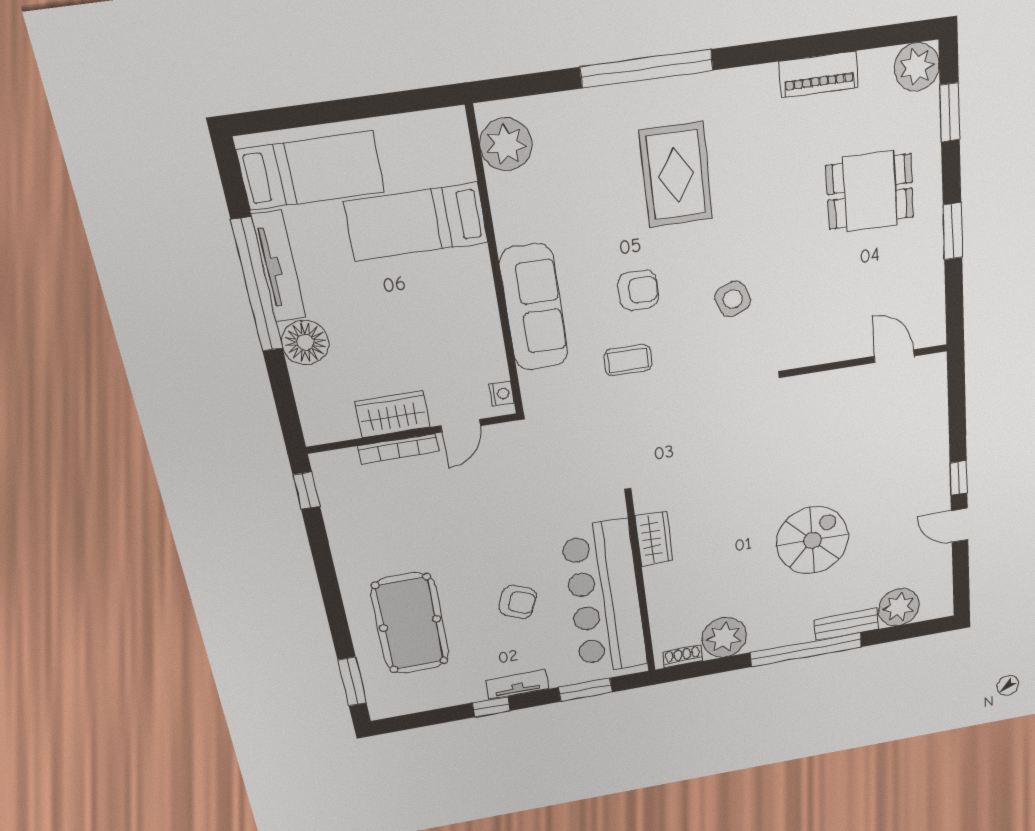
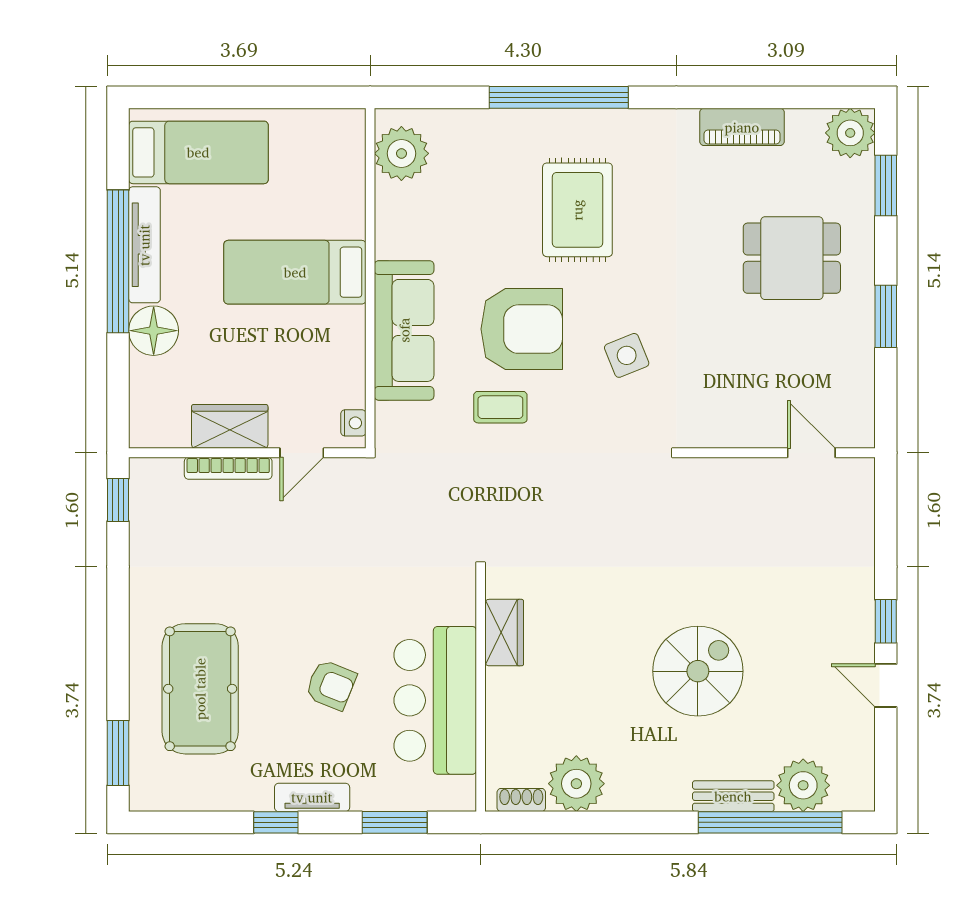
bed: (416, 222) -> (295, 272), moved
armchair: (638, 290) -> (522, 329), width x1.88, depth x1.88
bar counter: (605, 598) -> (435, 700), width x0.73
window: (806, 650) -> (770, 822), moved

